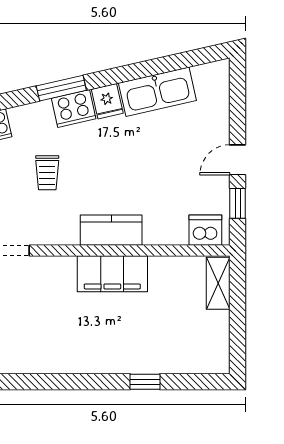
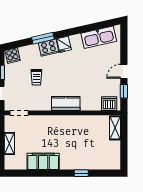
kitchen sink: (157, 92) -> (99, 37), moved
filing cabinet: (112, 274) -> (43, 161), moved, turned 180

